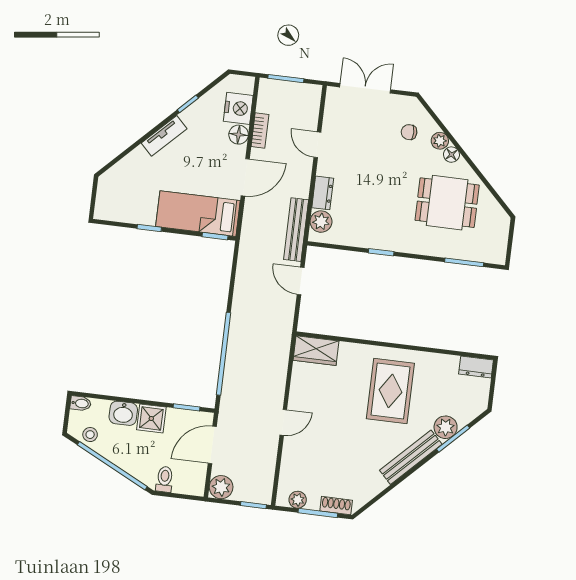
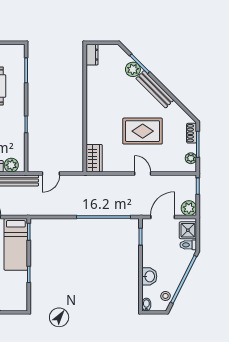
rug: (390, 391) -> (143, 131), moved
shower: (151, 418) -> (188, 230), moved
door: (212, 445) -> (163, 217), swing flipped

